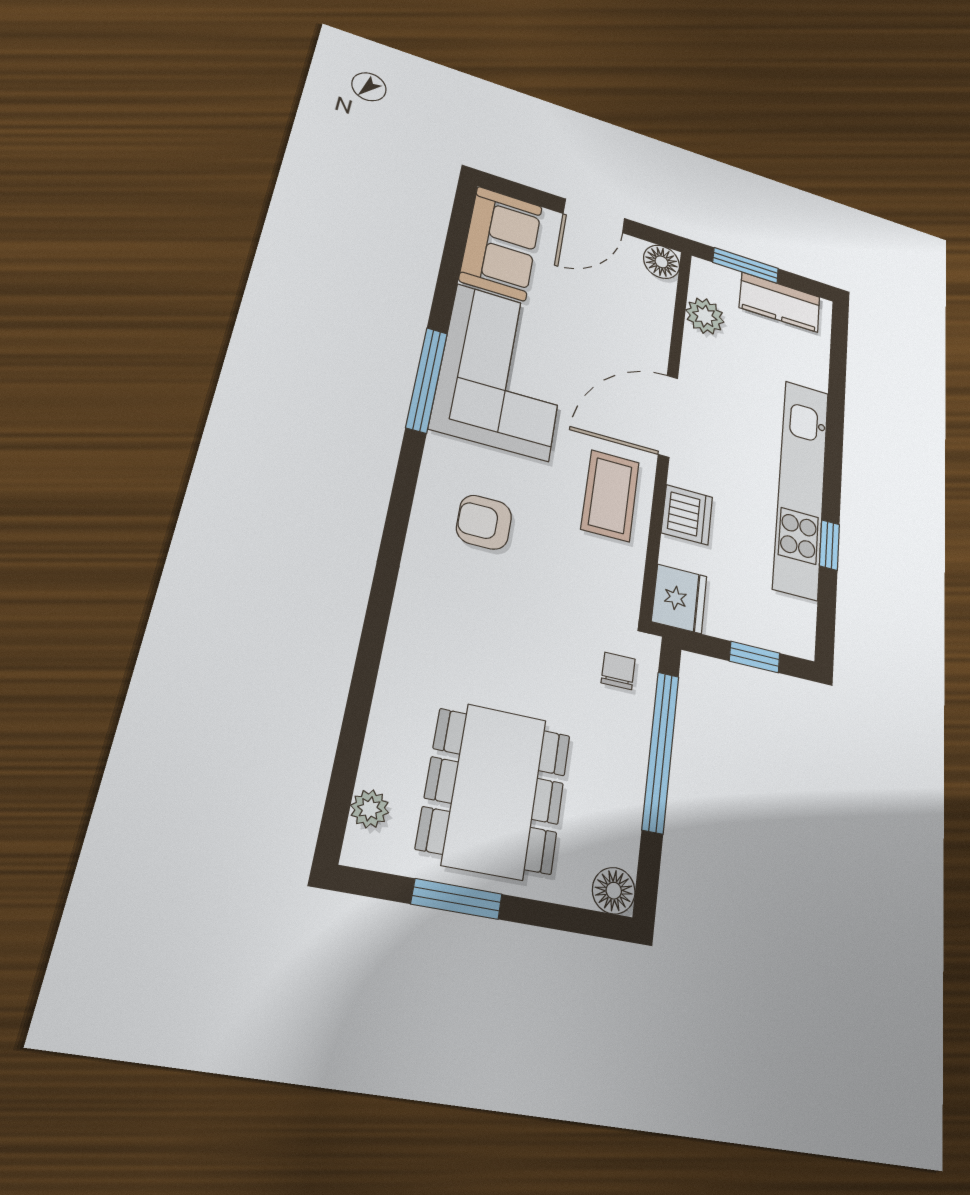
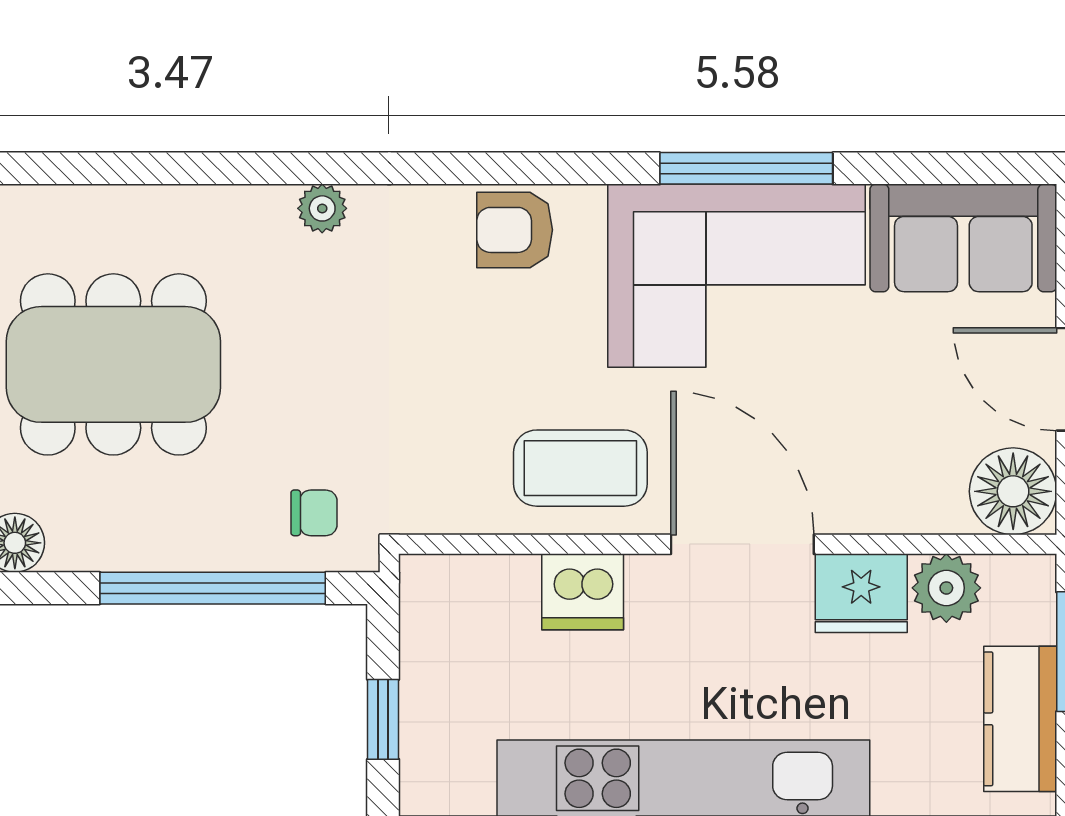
floor lamp: (662, 262) -> (1013, 491), width x1.38, depth x1.38
window: (427, 380) -> (746, 168), moved
armchair: (484, 522) -> (515, 230), moved, turned -90
fridge: (679, 599) -> (861, 593), moved
plant: (370, 809) -> (322, 208), moved

